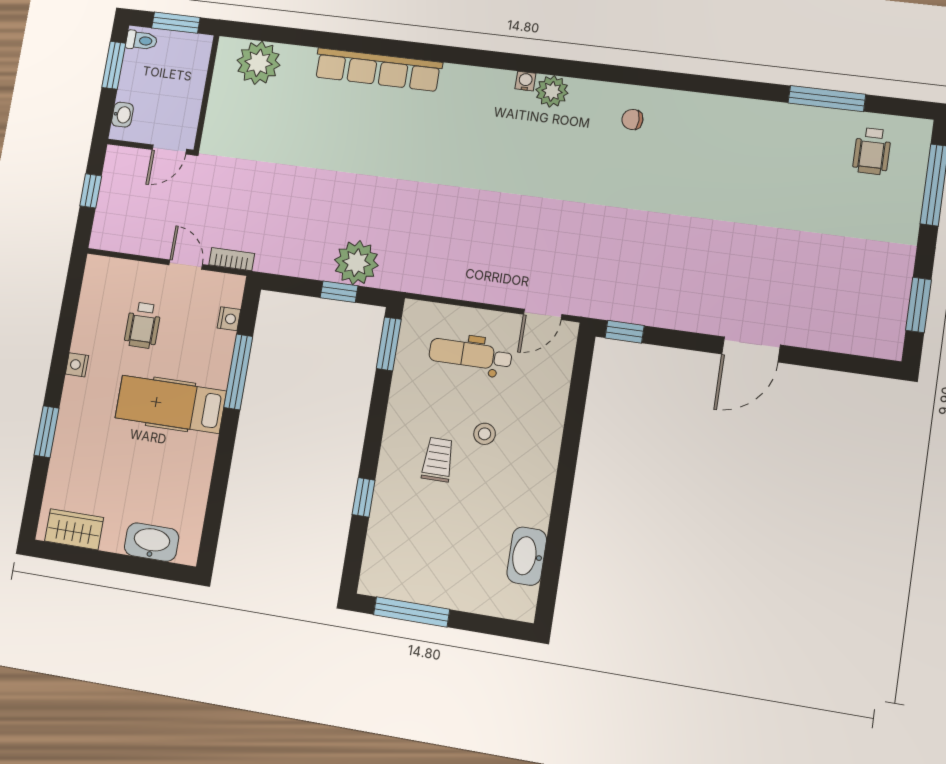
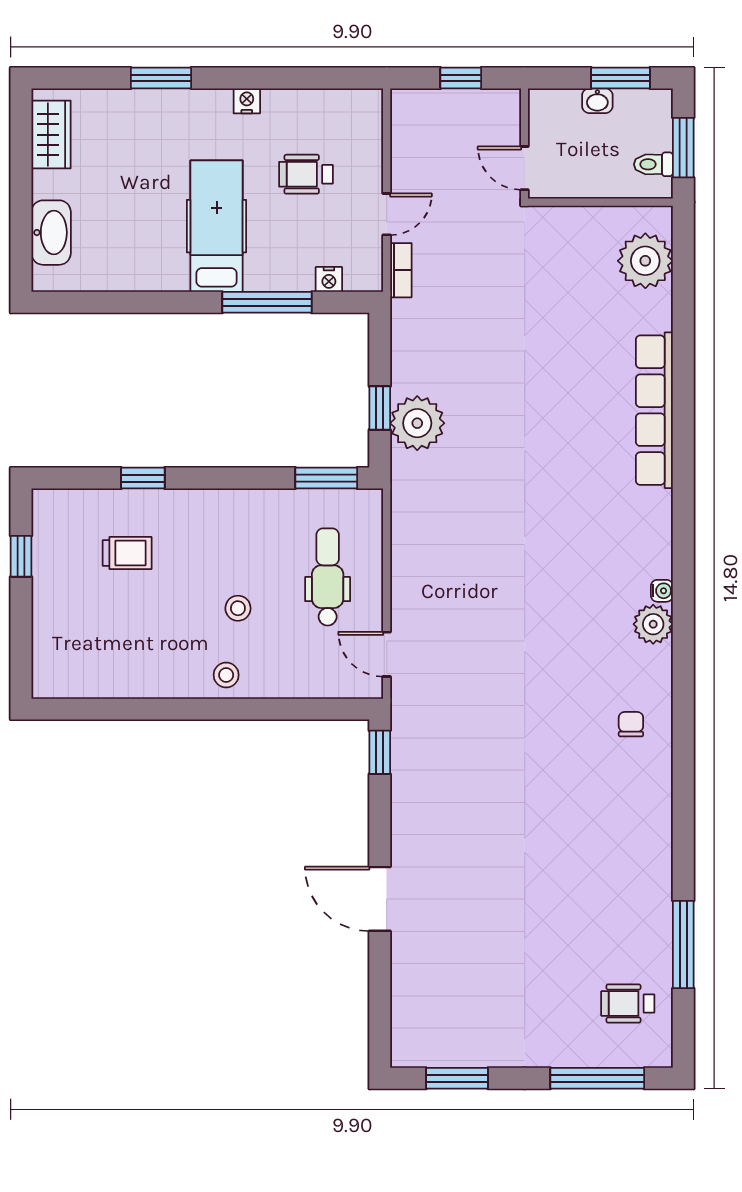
toilet: (141, 40) -> (653, 164), moved, turned 90
washbasin: (122, 115) -> (597, 101), moved
stool: (539, 452) -> (226, 675), added
trolley: (438, 460) -> (127, 553), moved
washbasin: (527, 556) -> (106, 679), removed
window: (412, 612) -> (21, 556), width x0.46

